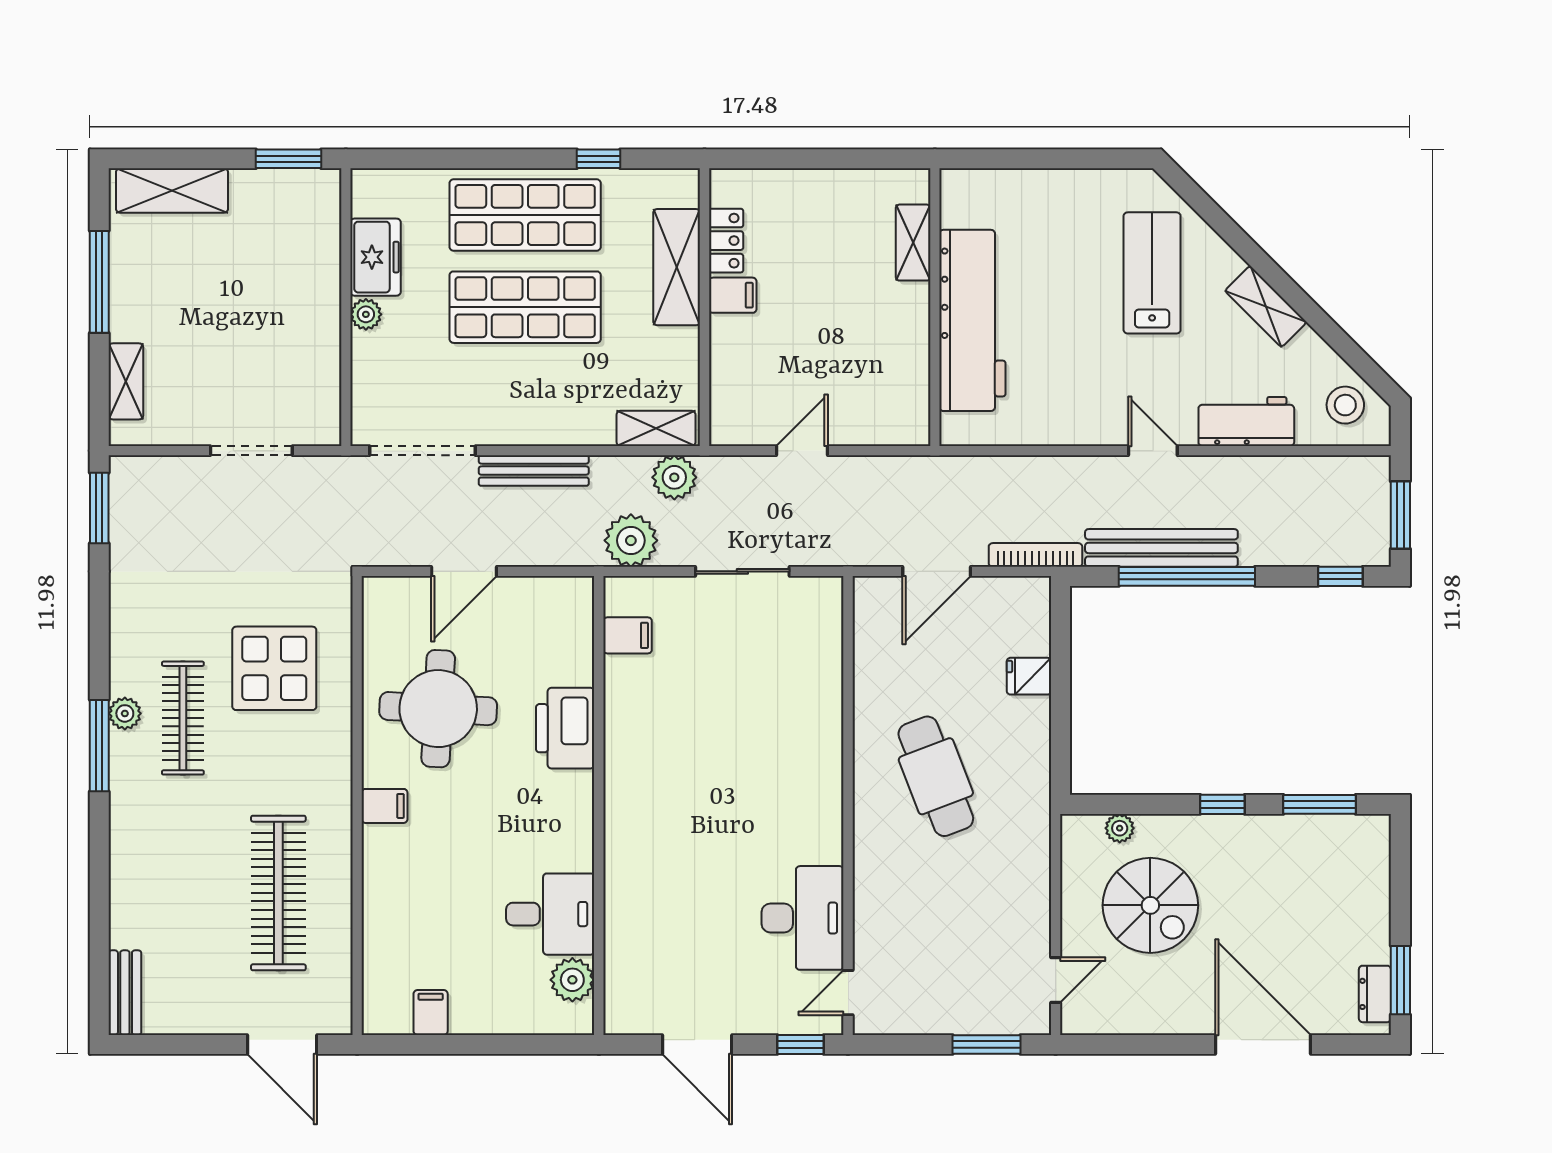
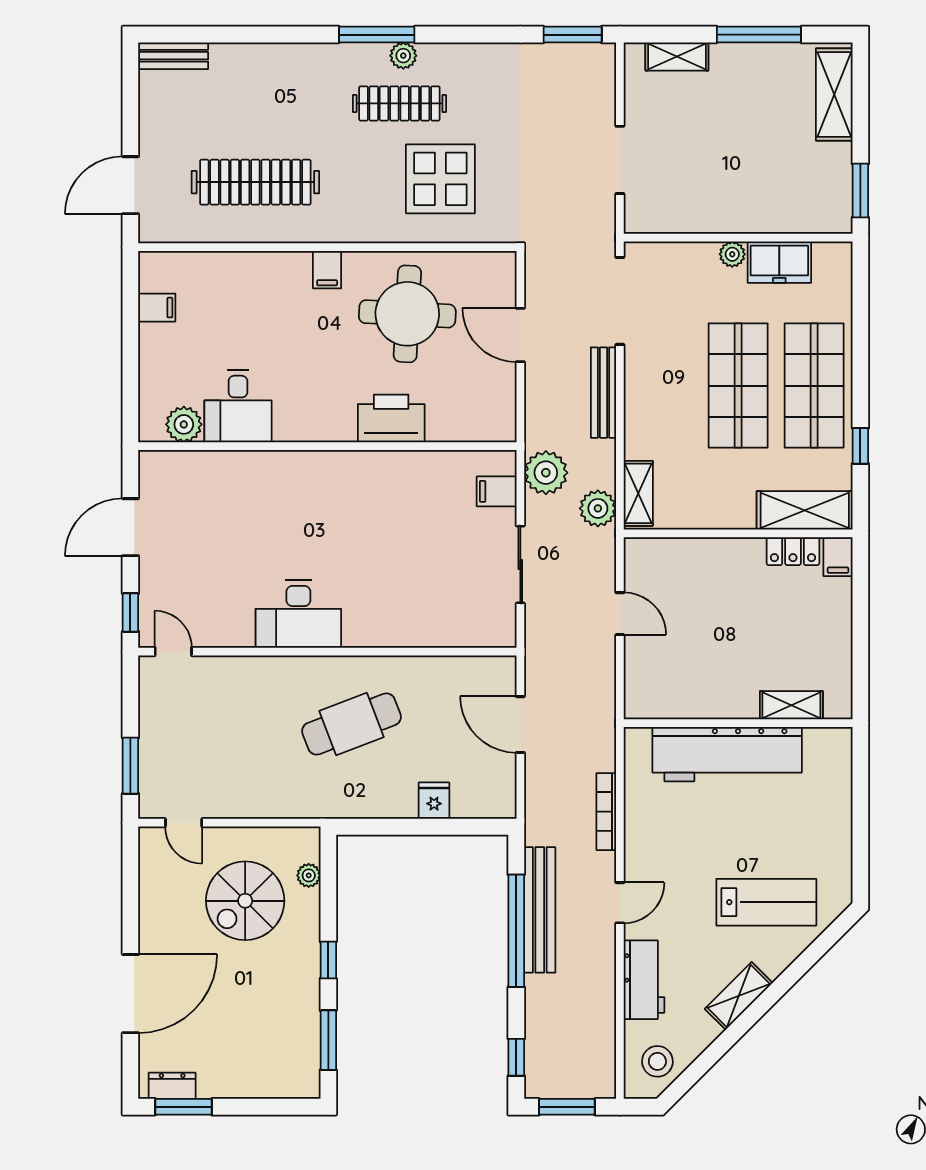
shelving: (677, 267) -> (805, 510), moved
filing cabinet: (733, 295) -> (838, 557), moved
bookcase: (1035, 555) -> (606, 812), moved, turned 180
filing cabinet: (628, 635) -> (497, 491), moved, turned 90
desk: (803, 918) -> (298, 614), moved

